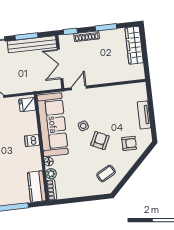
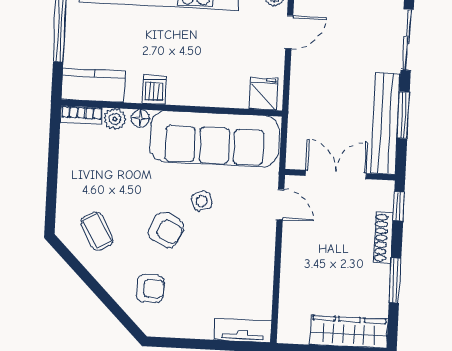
tv unit: (144, 115) -> (243, 330), moved
dishwasher: (32, 141) -> (154, 90), moved
armchair: (129, 143) -> (150, 288), turned -90

